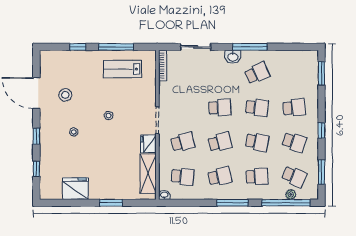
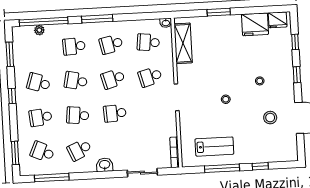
window: (250, 47) -> (52, 178), moved
fridge: (148, 144) -> (278, 20), moved, turned 90
school desk: (294, 177) -> (42, 152), moved

